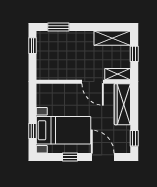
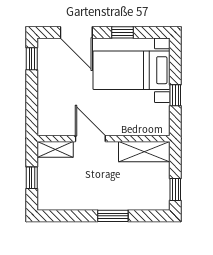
window: (58, 27) -> (113, 216), moved
shelving: (112, 38) -> (144, 152), moved
wardrobe: (122, 104) -> (48, 107), removed
window: (32, 131) -> (175, 95), moved

